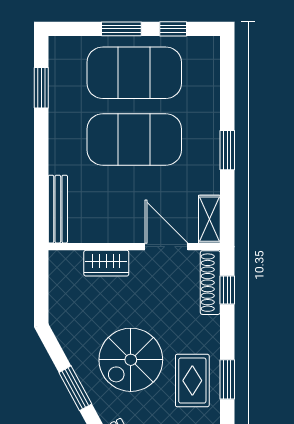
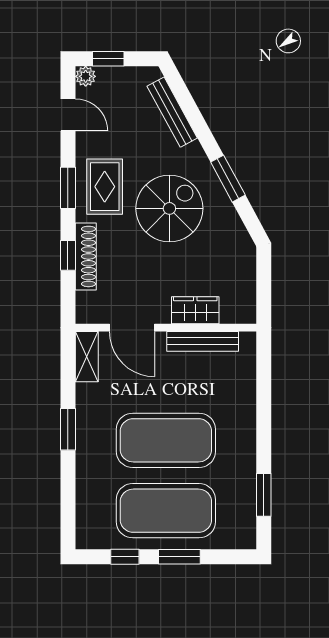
bench: (58, 209) -> (203, 341), moved, turned 90
shoe rack: (210, 283) -> (86, 256), moved
window: (227, 290) -> (68, 255), moved

